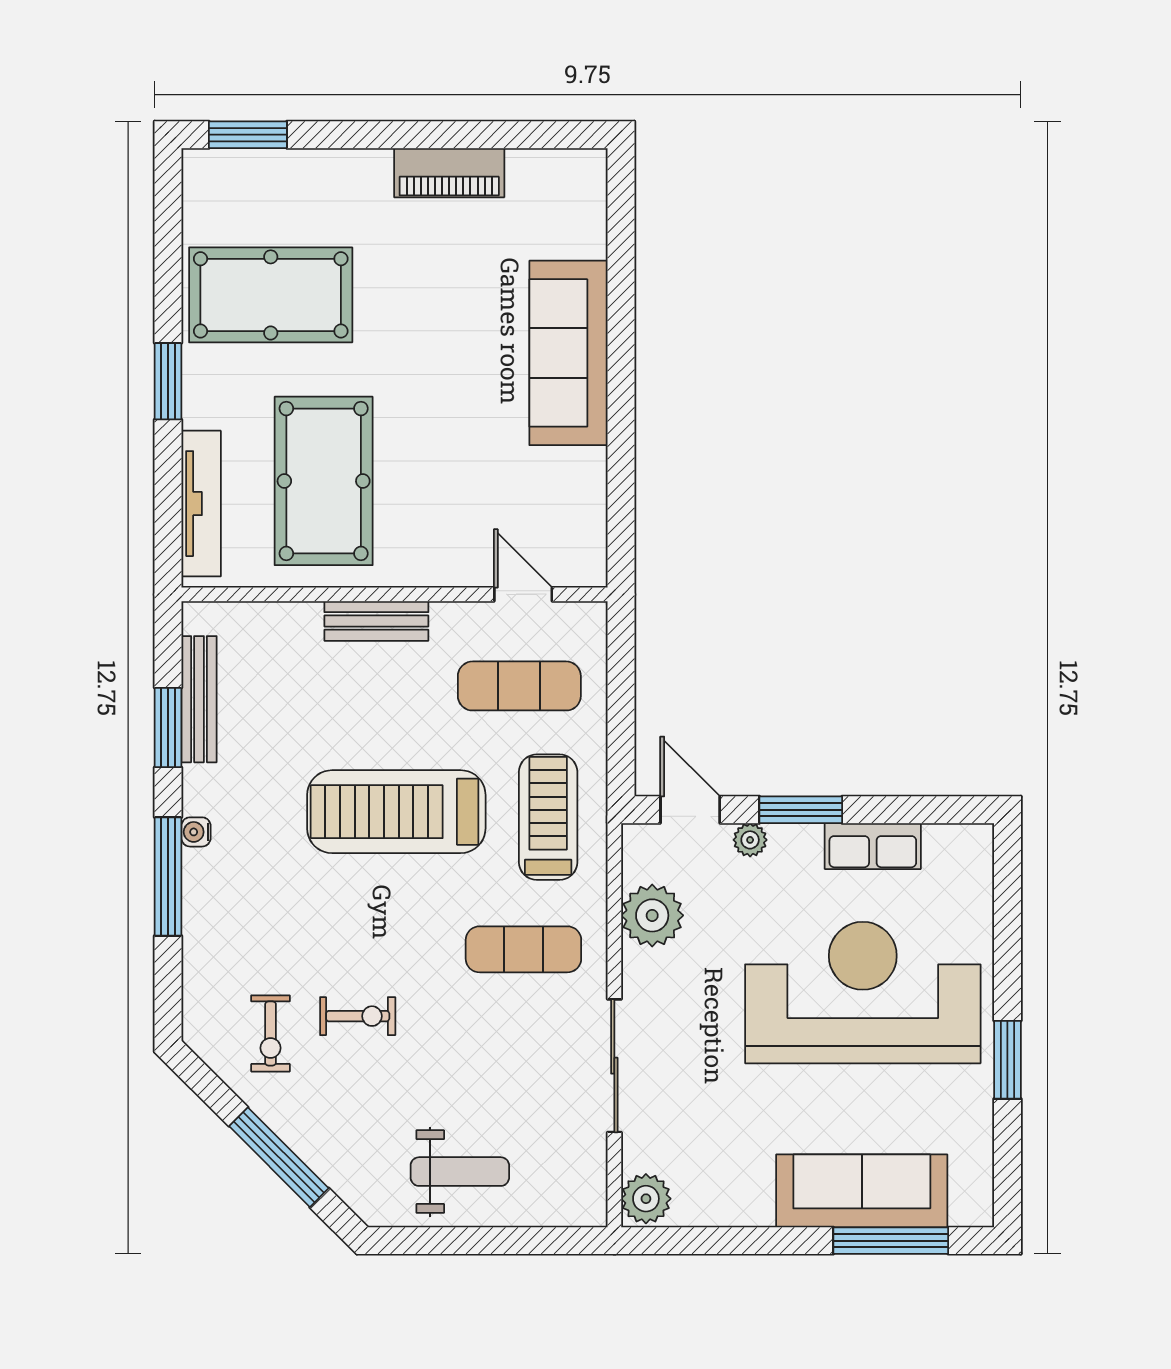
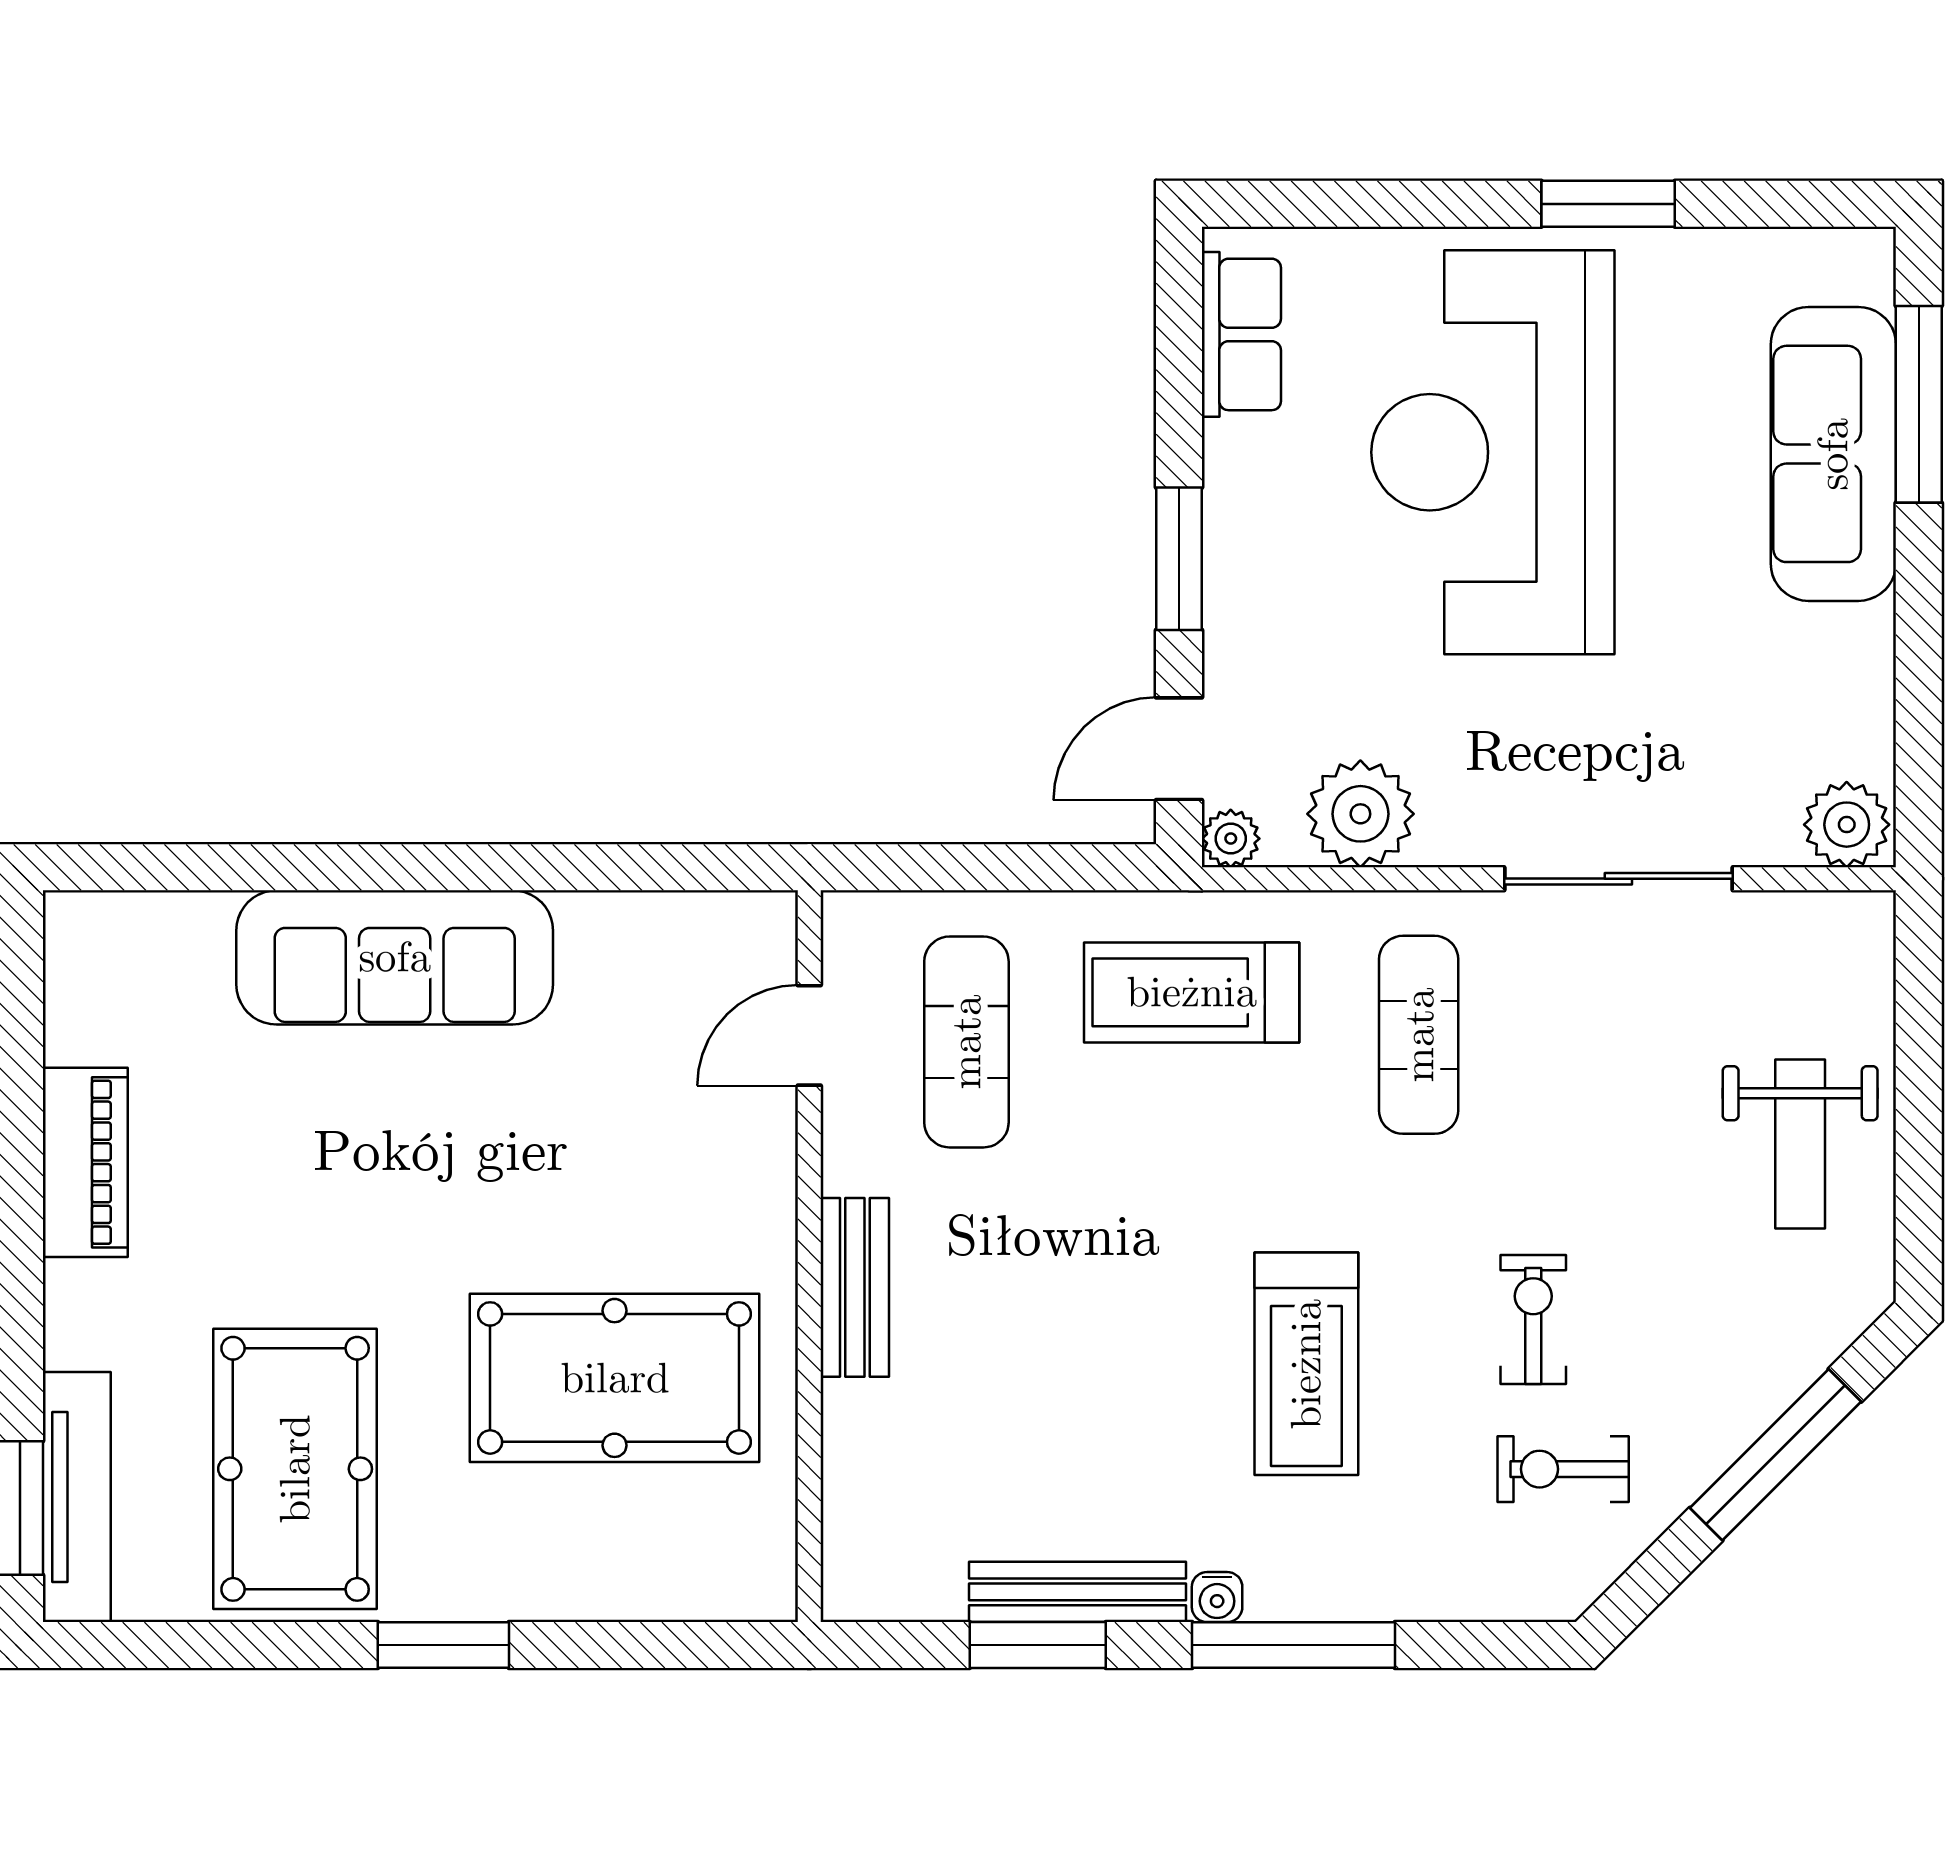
tv unit: (201, 504) -> (77, 1497), moved, turned 90
bench: (199, 699) -> (1077, 1592), moved
treadmill: (396, 812) -> (1306, 1364), moved, width x0.73, depth x0.73
plant: (750, 840) -> (1231, 839), moved
row of seats: (873, 846) -> (1241, 334), moved
exercise bike: (271, 1033) -> (1563, 1469), turned 180
weight bench: (460, 1172) -> (1800, 1144), turned 180

